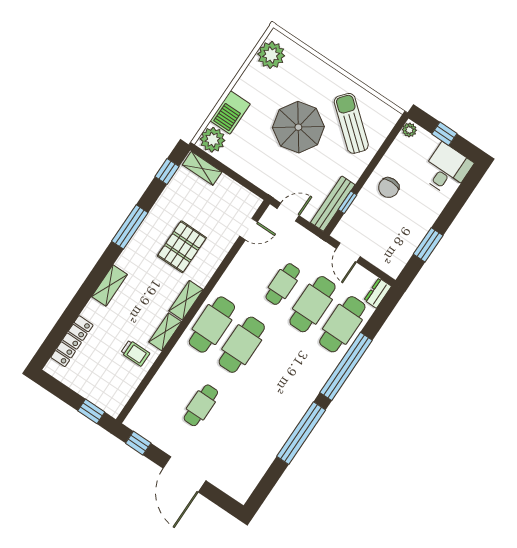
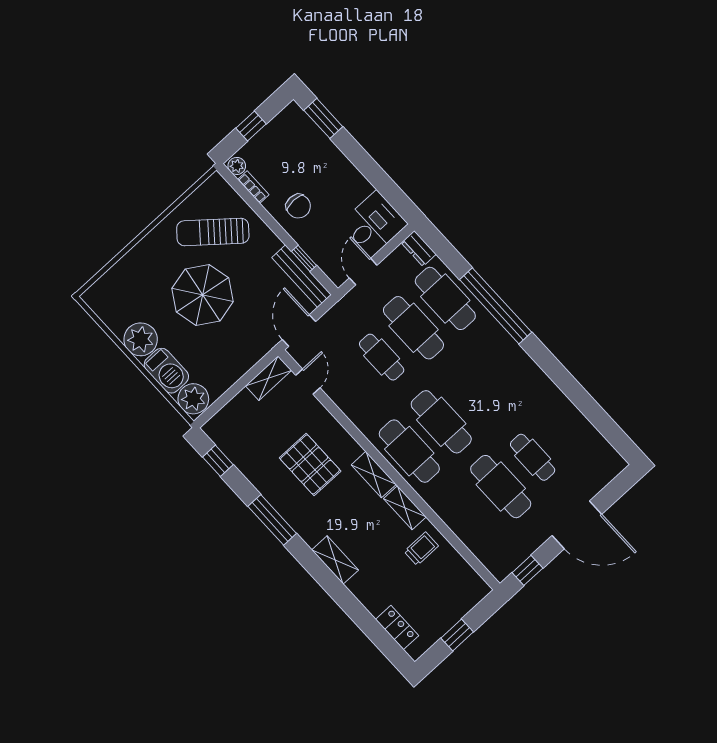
plant: (271, 55) -> (141, 339), moved
bookcase: (395, 147) -> (253, 187), added
shelving: (202, 168) -> (268, 378), moved
desk: (447, 169) -> (374, 224), moved, turned 90
door: (288, 212) -> (299, 331), width x1.38
window: (428, 245) -> (323, 118), moved
door: (348, 253) -> (363, 272), swing flipped
locker: (72, 341) -> (397, 627), width x0.66
cafe table: (201, 405) -> (501, 487), width x1.37, depth x1.35
window: (91, 411) -> (457, 635), moved
cafe table: (231, 425) -> (533, 457), added
window: (301, 433) -> (561, 377), removed

